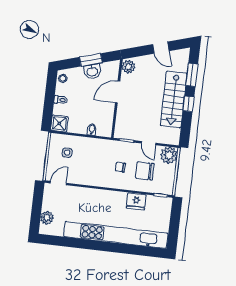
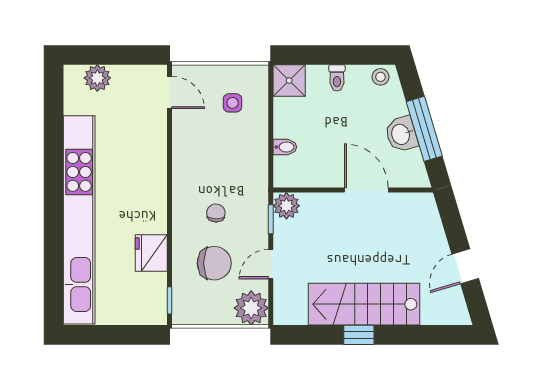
window: (91, 60) -> (424, 129), width x1.44
plant: (128, 67) -> (286, 206), moved
window: (192, 75) -> (418, 335), removed
chair: (145, 171) -> (214, 263), turned 90

